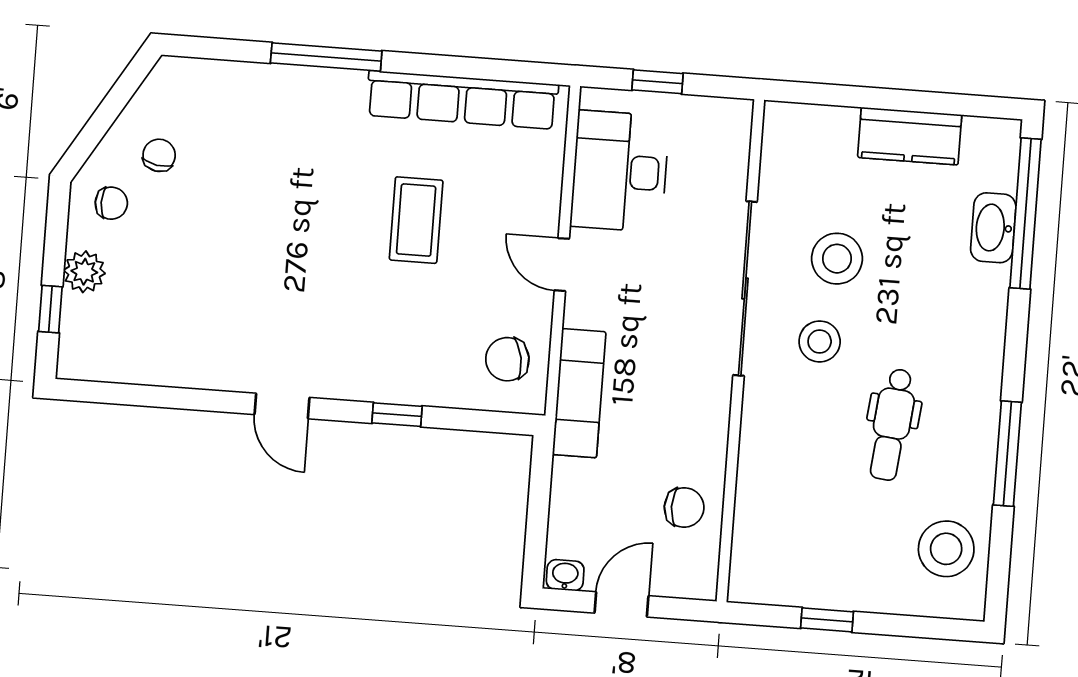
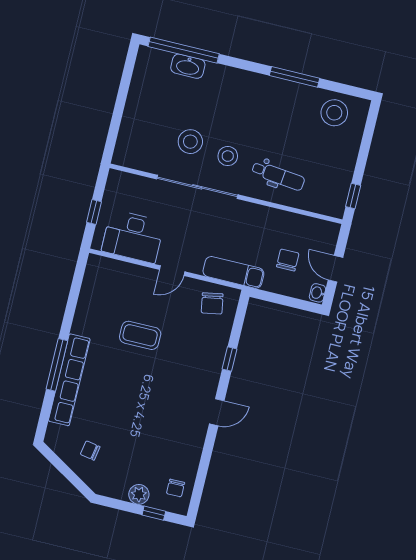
row of seats: (462, 100) -> (69, 380), moved
kitchen counter: (910, 136) -> (139, 98), removed
chair: (111, 203) -> (176, 488), moved, turned 180
dental chair: (892, 425) -> (278, 176), moved
chair: (684, 507) -> (288, 260), moved
window: (827, 620) -> (353, 196), moved

